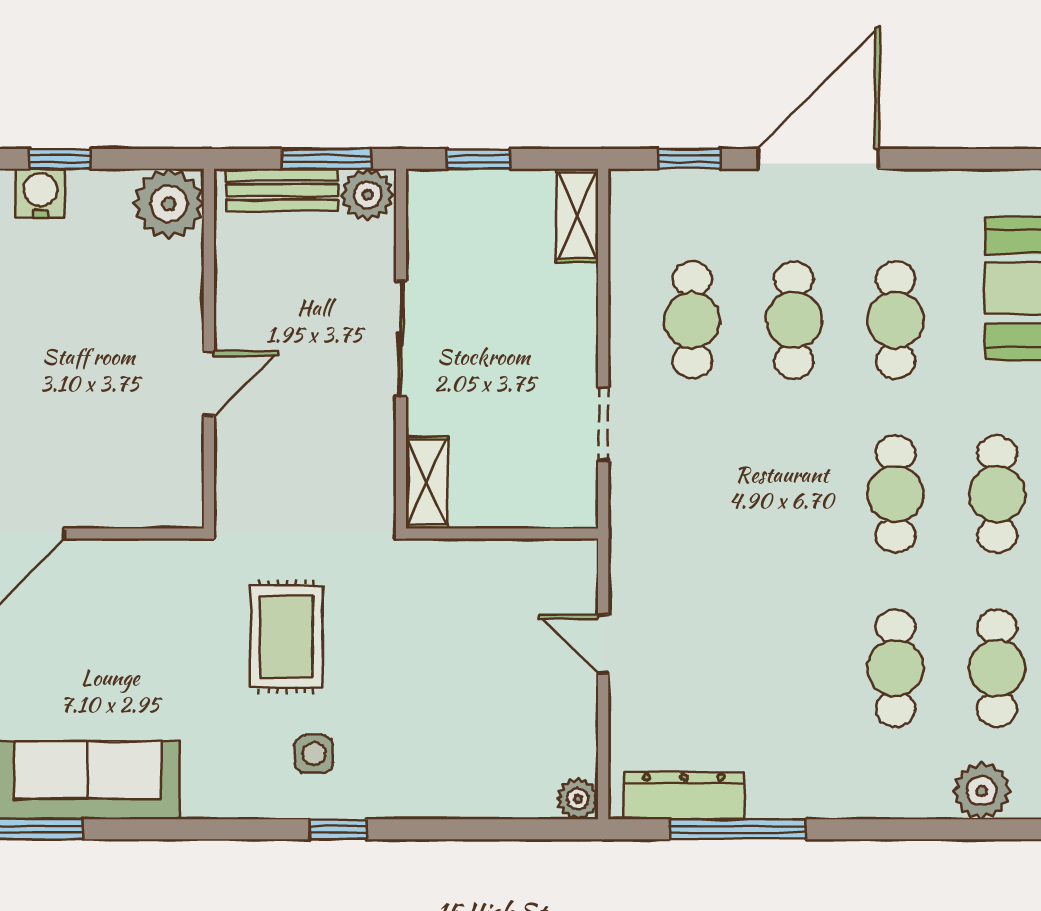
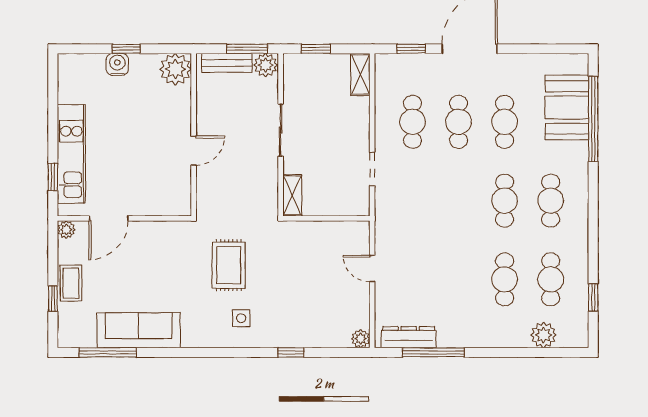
window: (338, 829) -> (291, 352), moved

